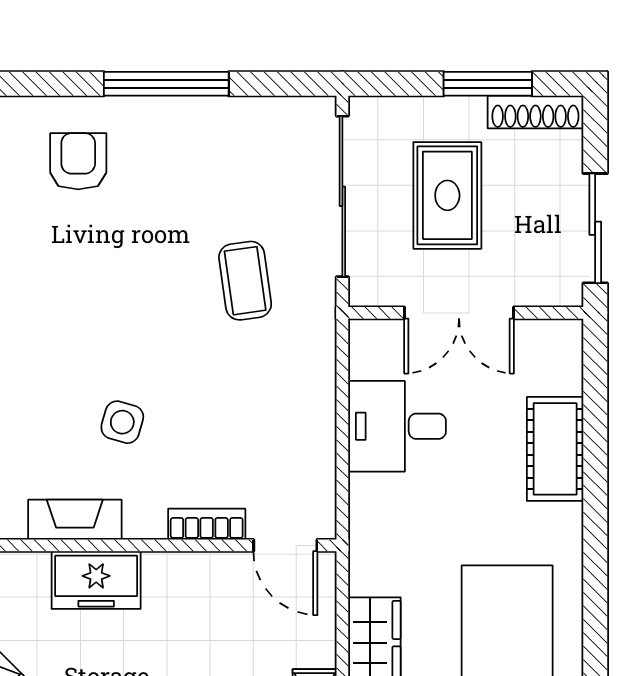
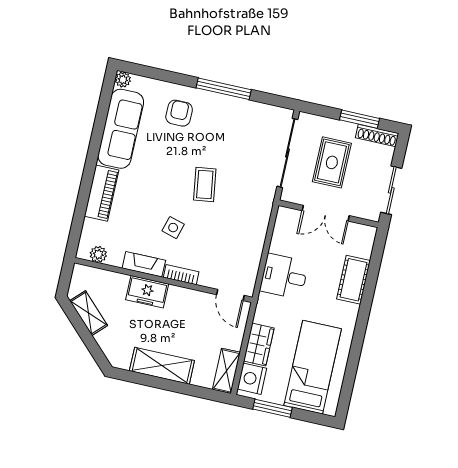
coffee table: (245, 281) -> (205, 185), moved
desk: (397, 426) -> (284, 276), moved
bookcase: (207, 524) -> (181, 275), moved

